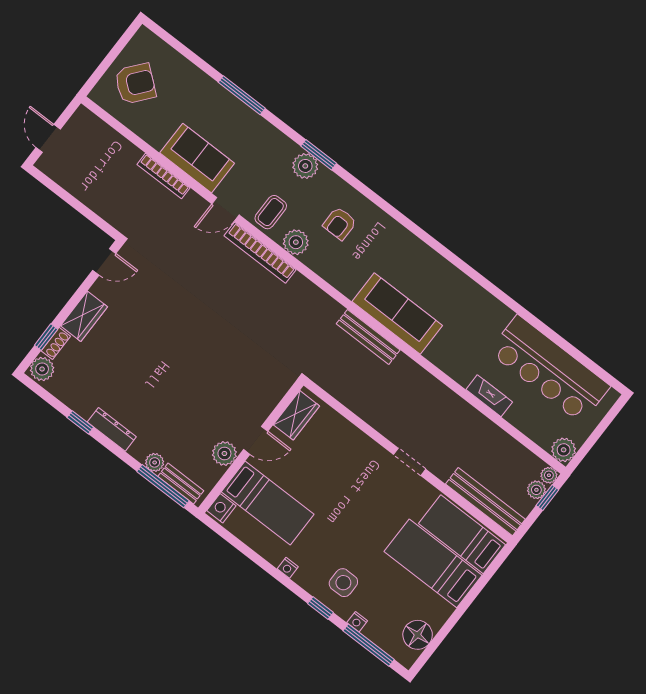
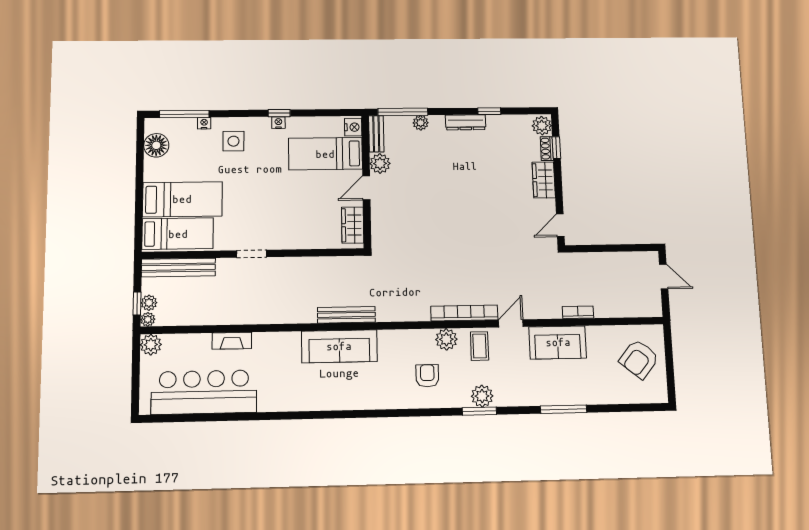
bookcase: (164, 176) -> (578, 312), width x0.64
bench: (181, 484) -> (376, 134), moved, turned 90
window: (321, 608) -> (279, 113), moved

